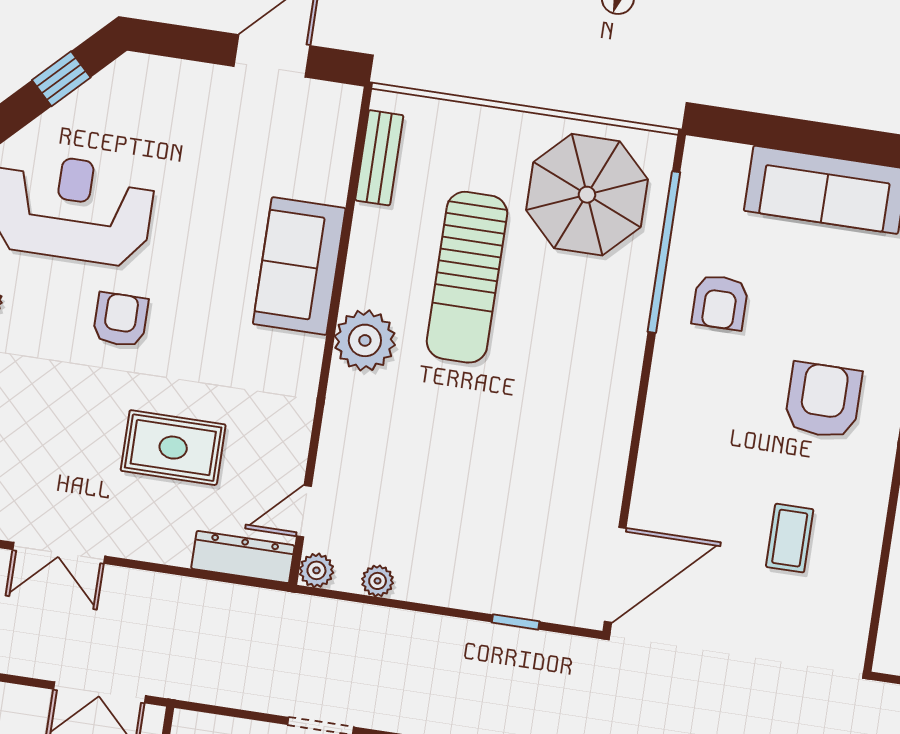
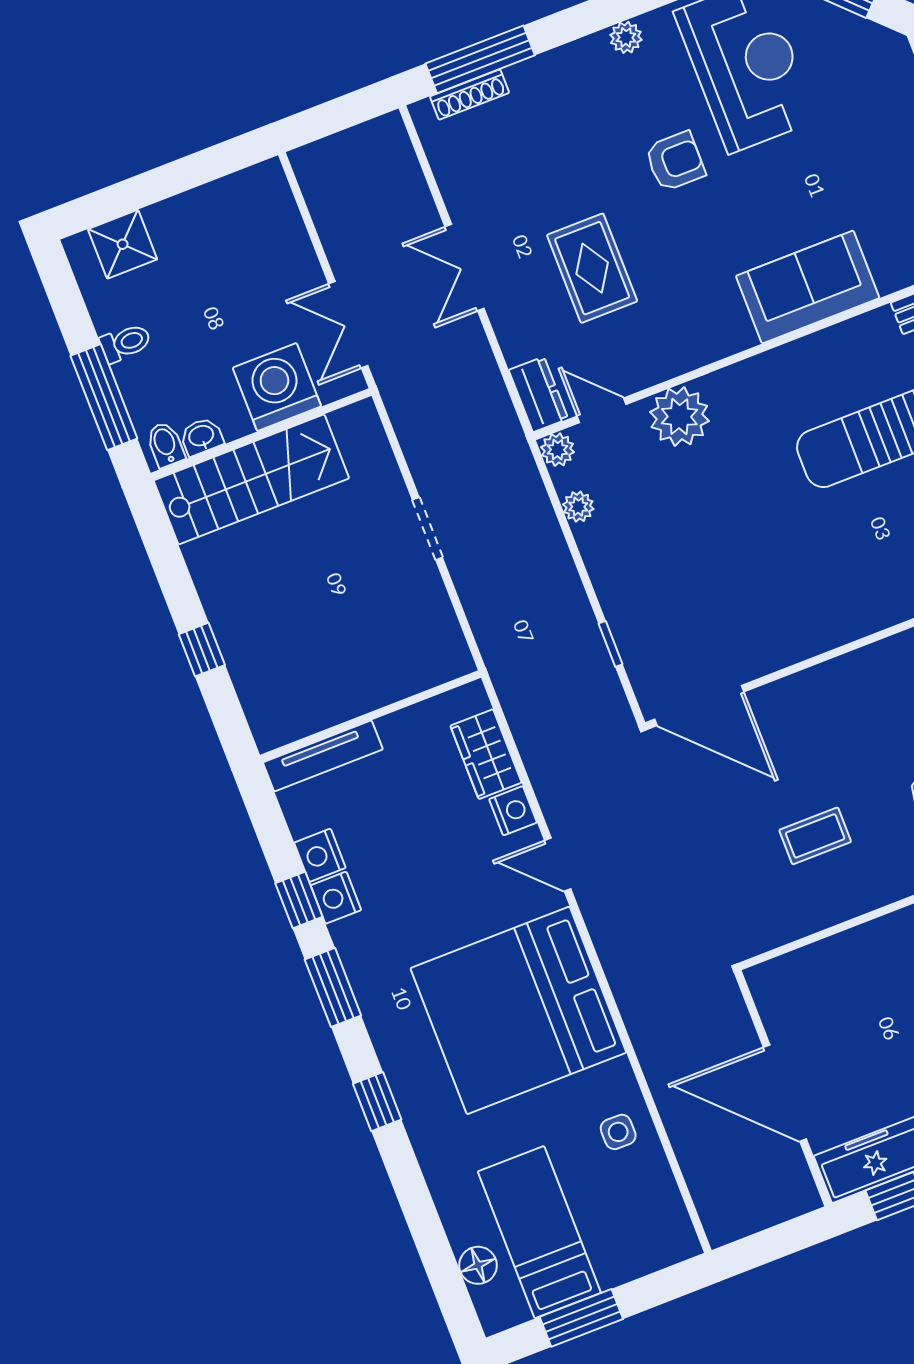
plant: (365, 340) -> (679, 417), moved
double door: (59, 553) -> (465, 268), moved
dresser: (243, 557) -> (538, 394), width x0.70

